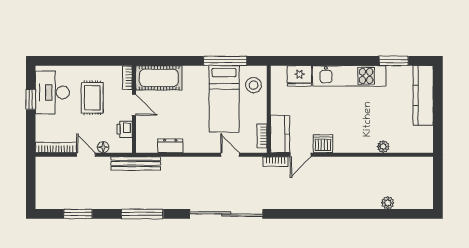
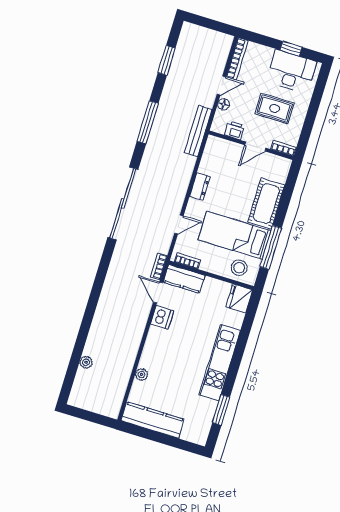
fridge: (299, 76) -> (239, 298), moved
cot: (159, 78) -> (266, 204), moved
kitchen counter: (423, 95) -> (153, 420), moved
dresser: (170, 146) -> (200, 186), moved

